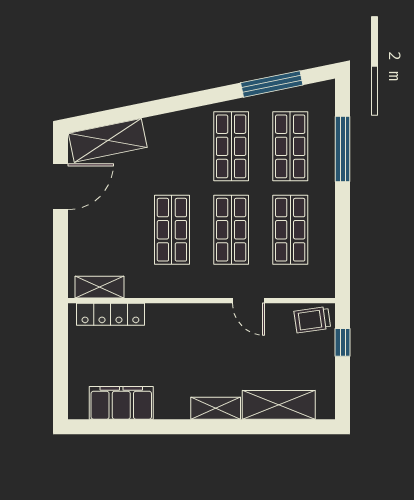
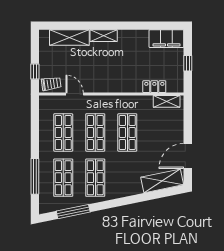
door: (248, 301) -> (75, 94), moved
locker: (110, 314) -> (154, 87), width x0.66
window: (60, 357) -> (188, 63), added
filing cabinet: (121, 403) -> (166, 39), moved

